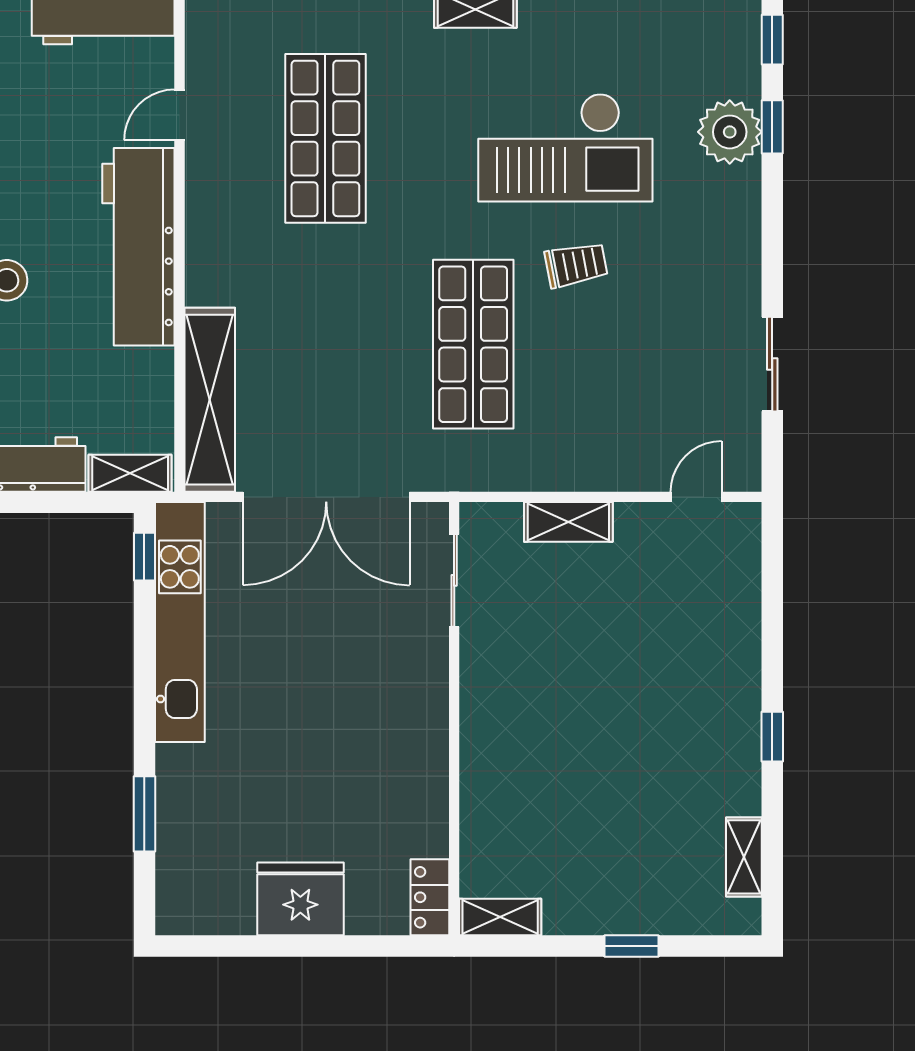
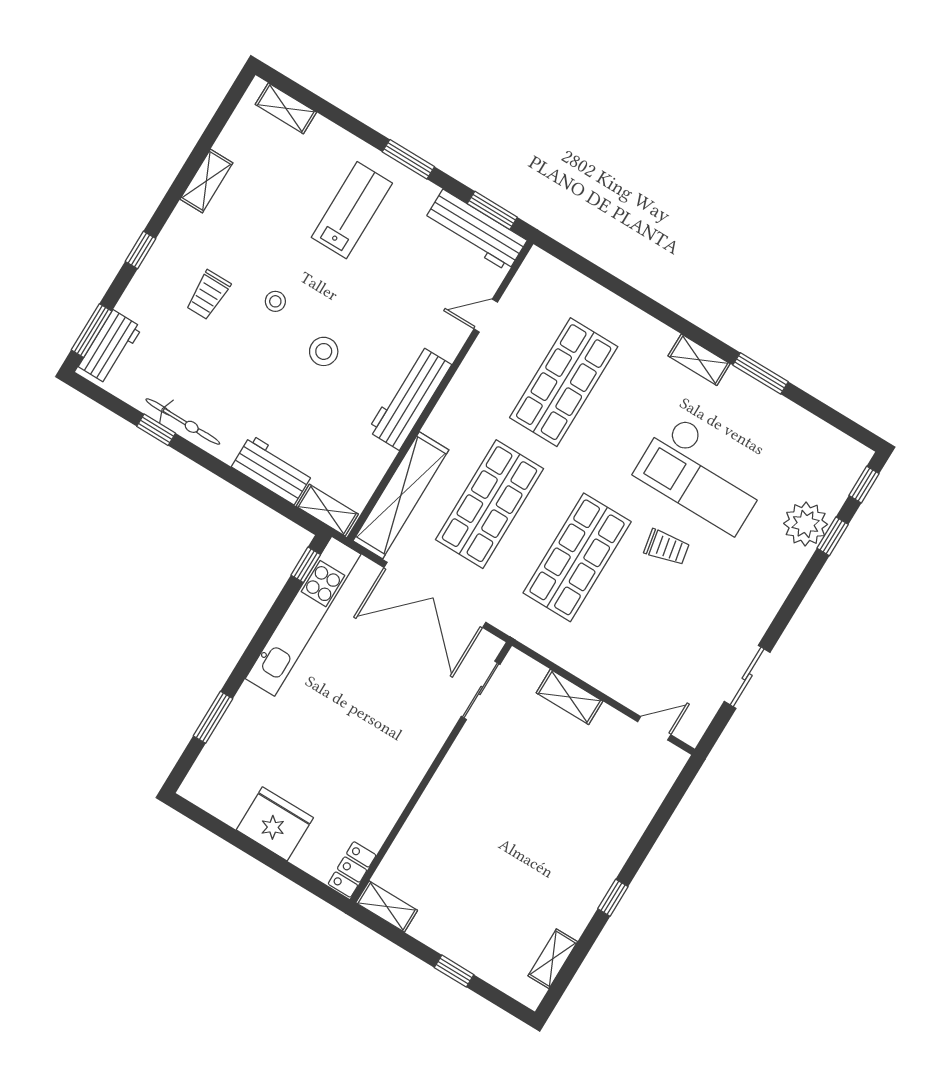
workbench: (138, 247) -> (409, 398), width x0.73, depth x0.76
shop shelf: (325, 344) -> (489, 504), added

